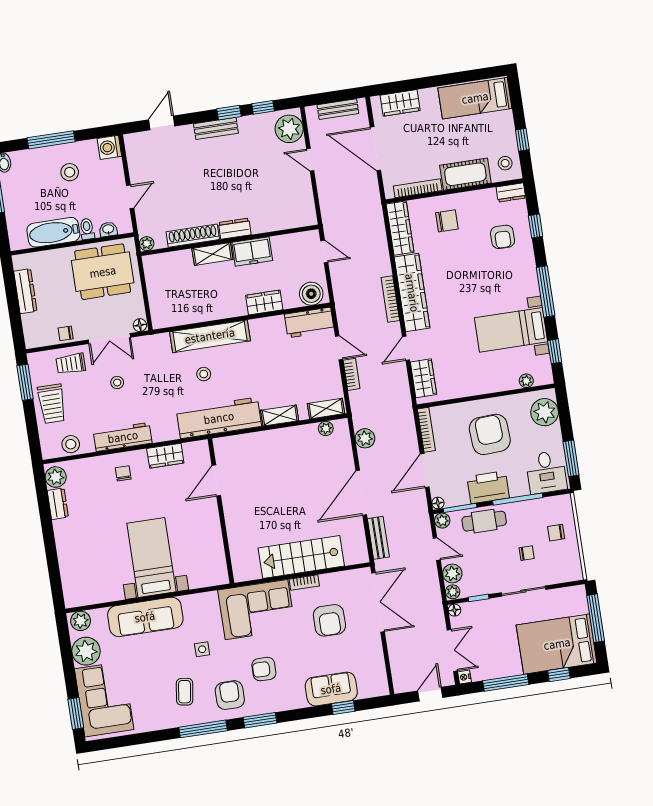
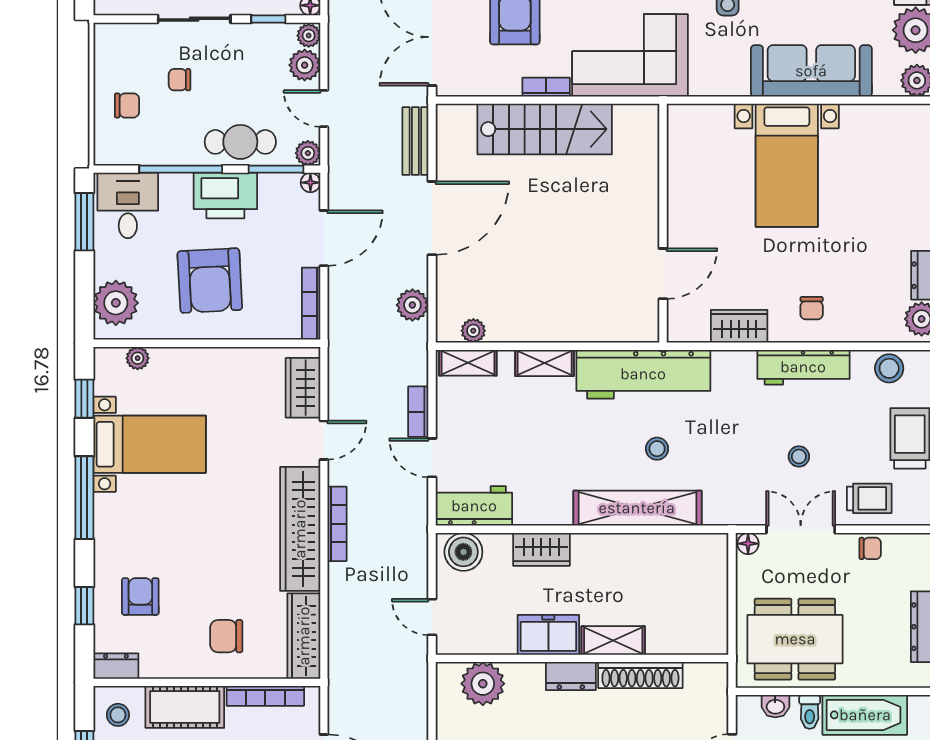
plant: (147, 244) -> (483, 684), moved, width x1.88, depth x1.88

